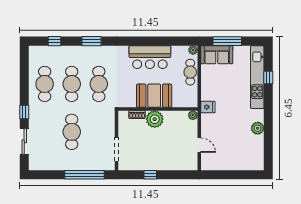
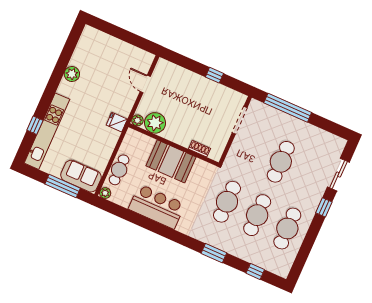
plant: (155, 119) -> (155, 123), moved

